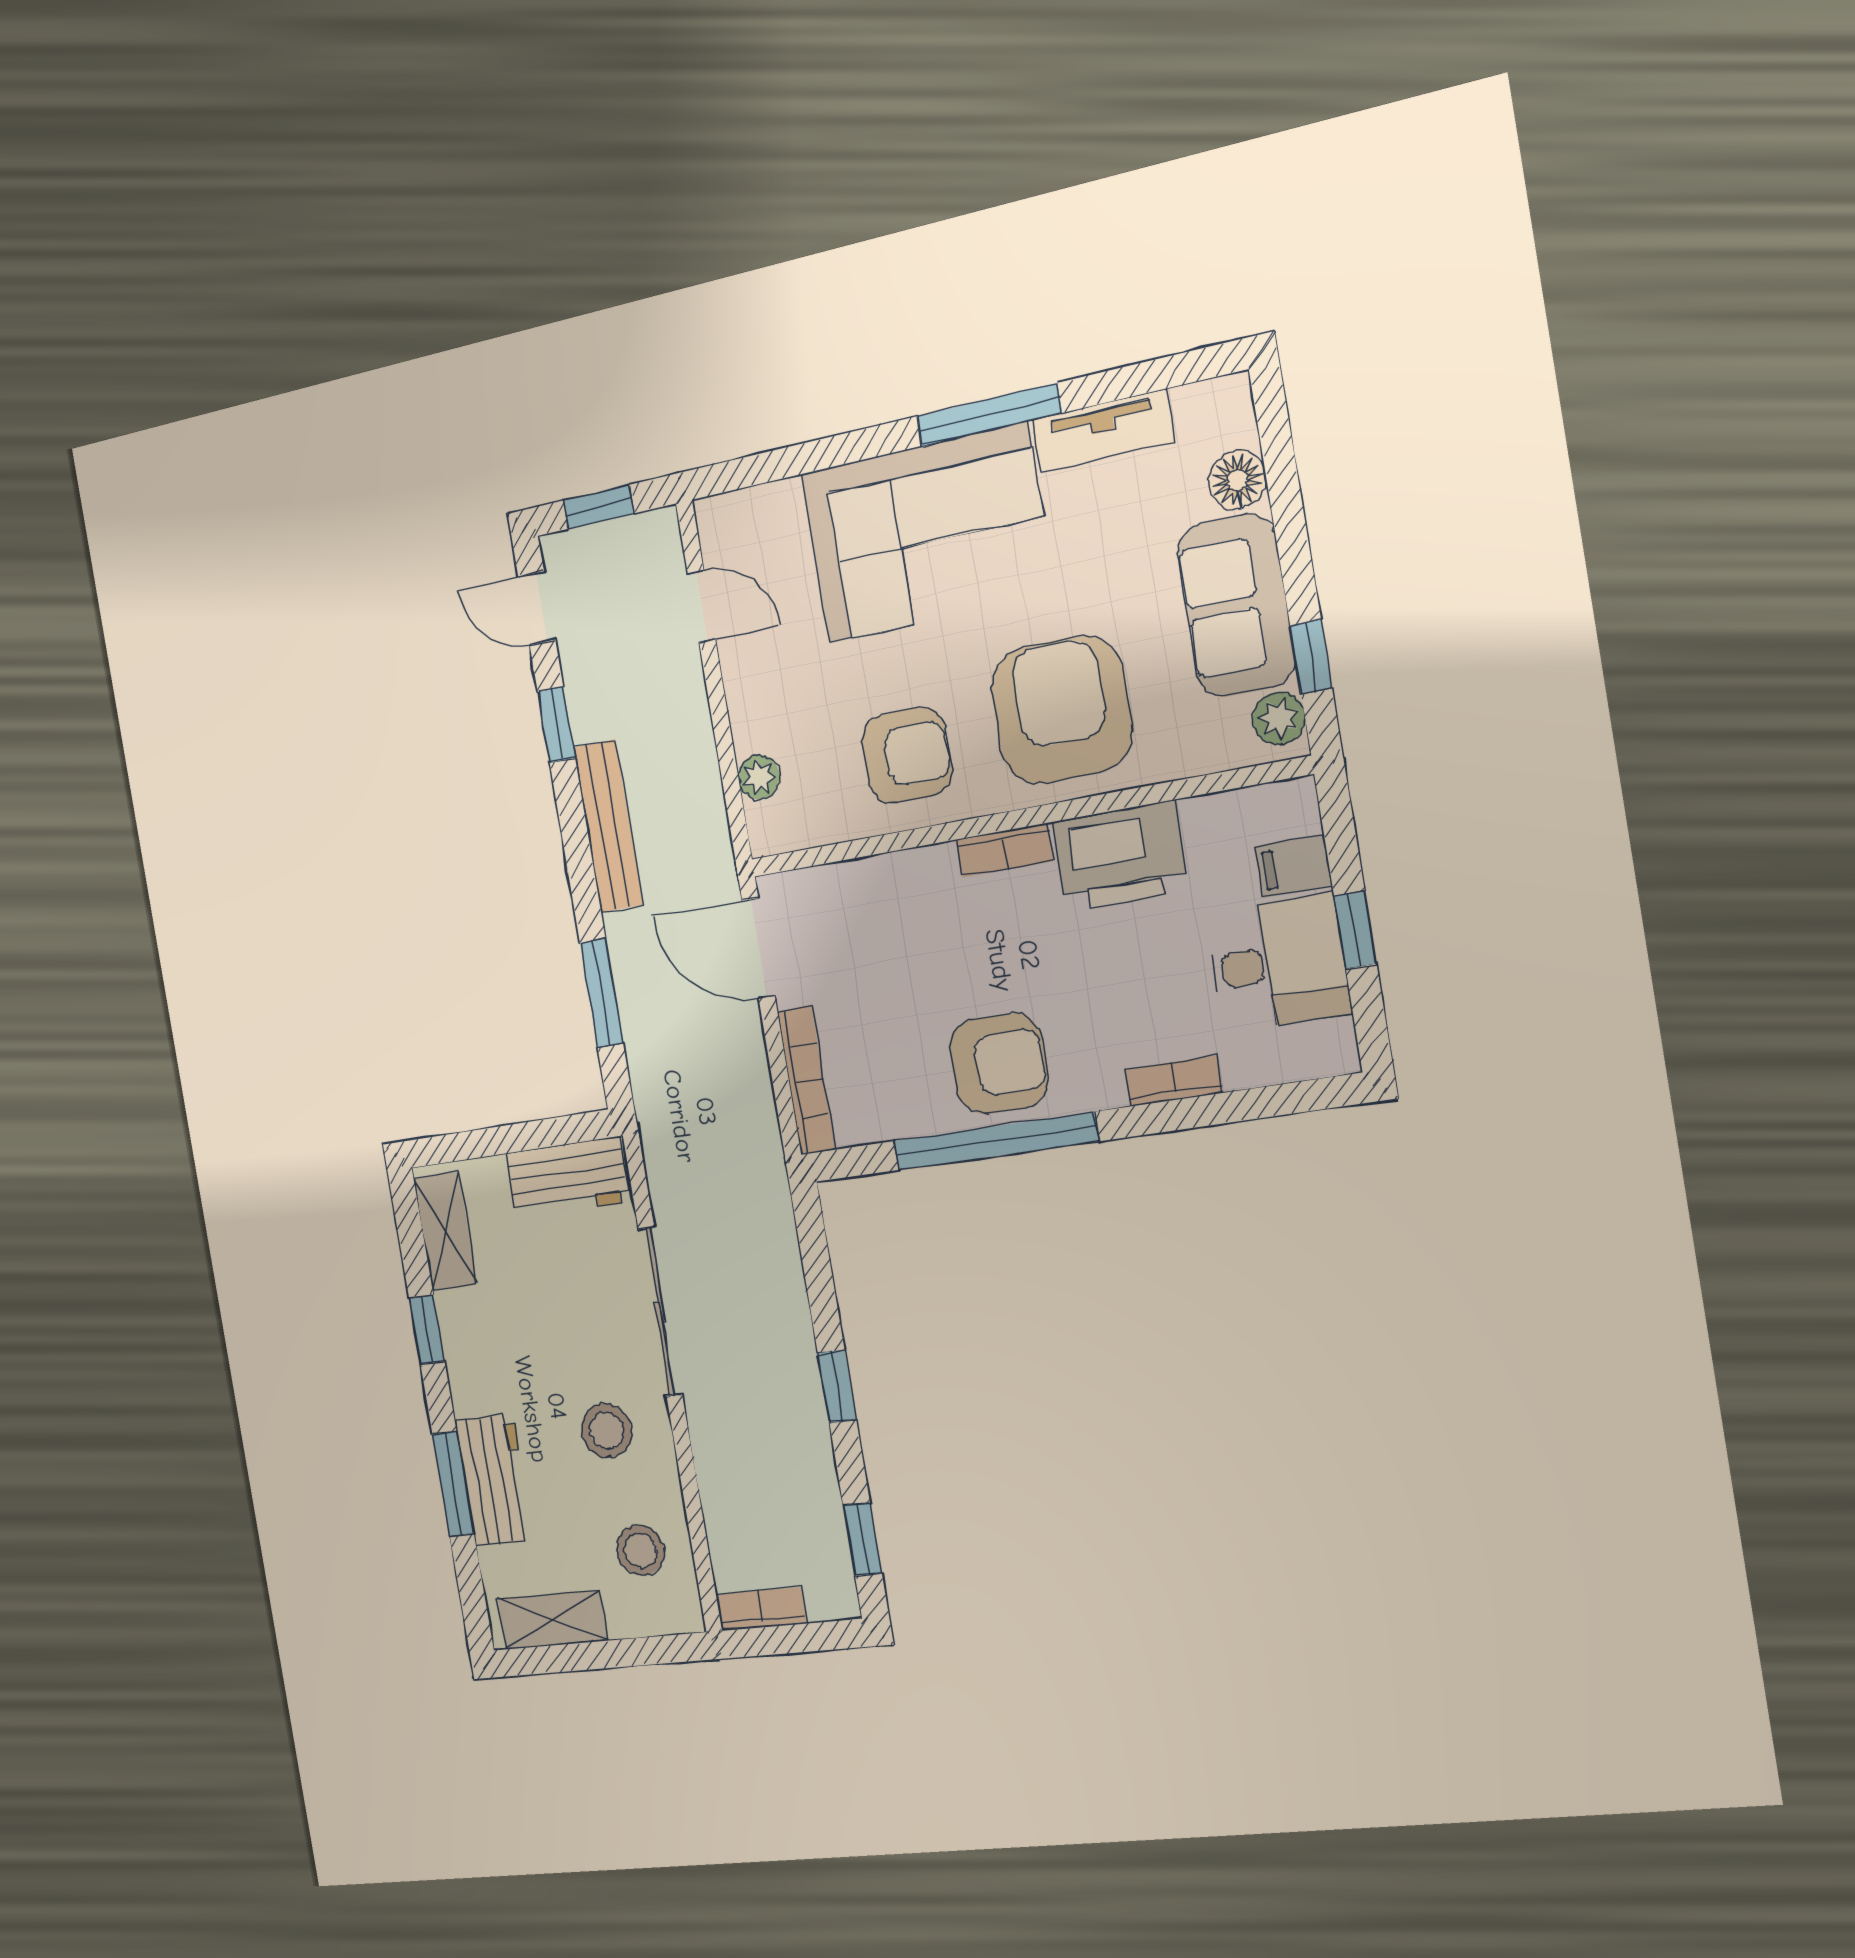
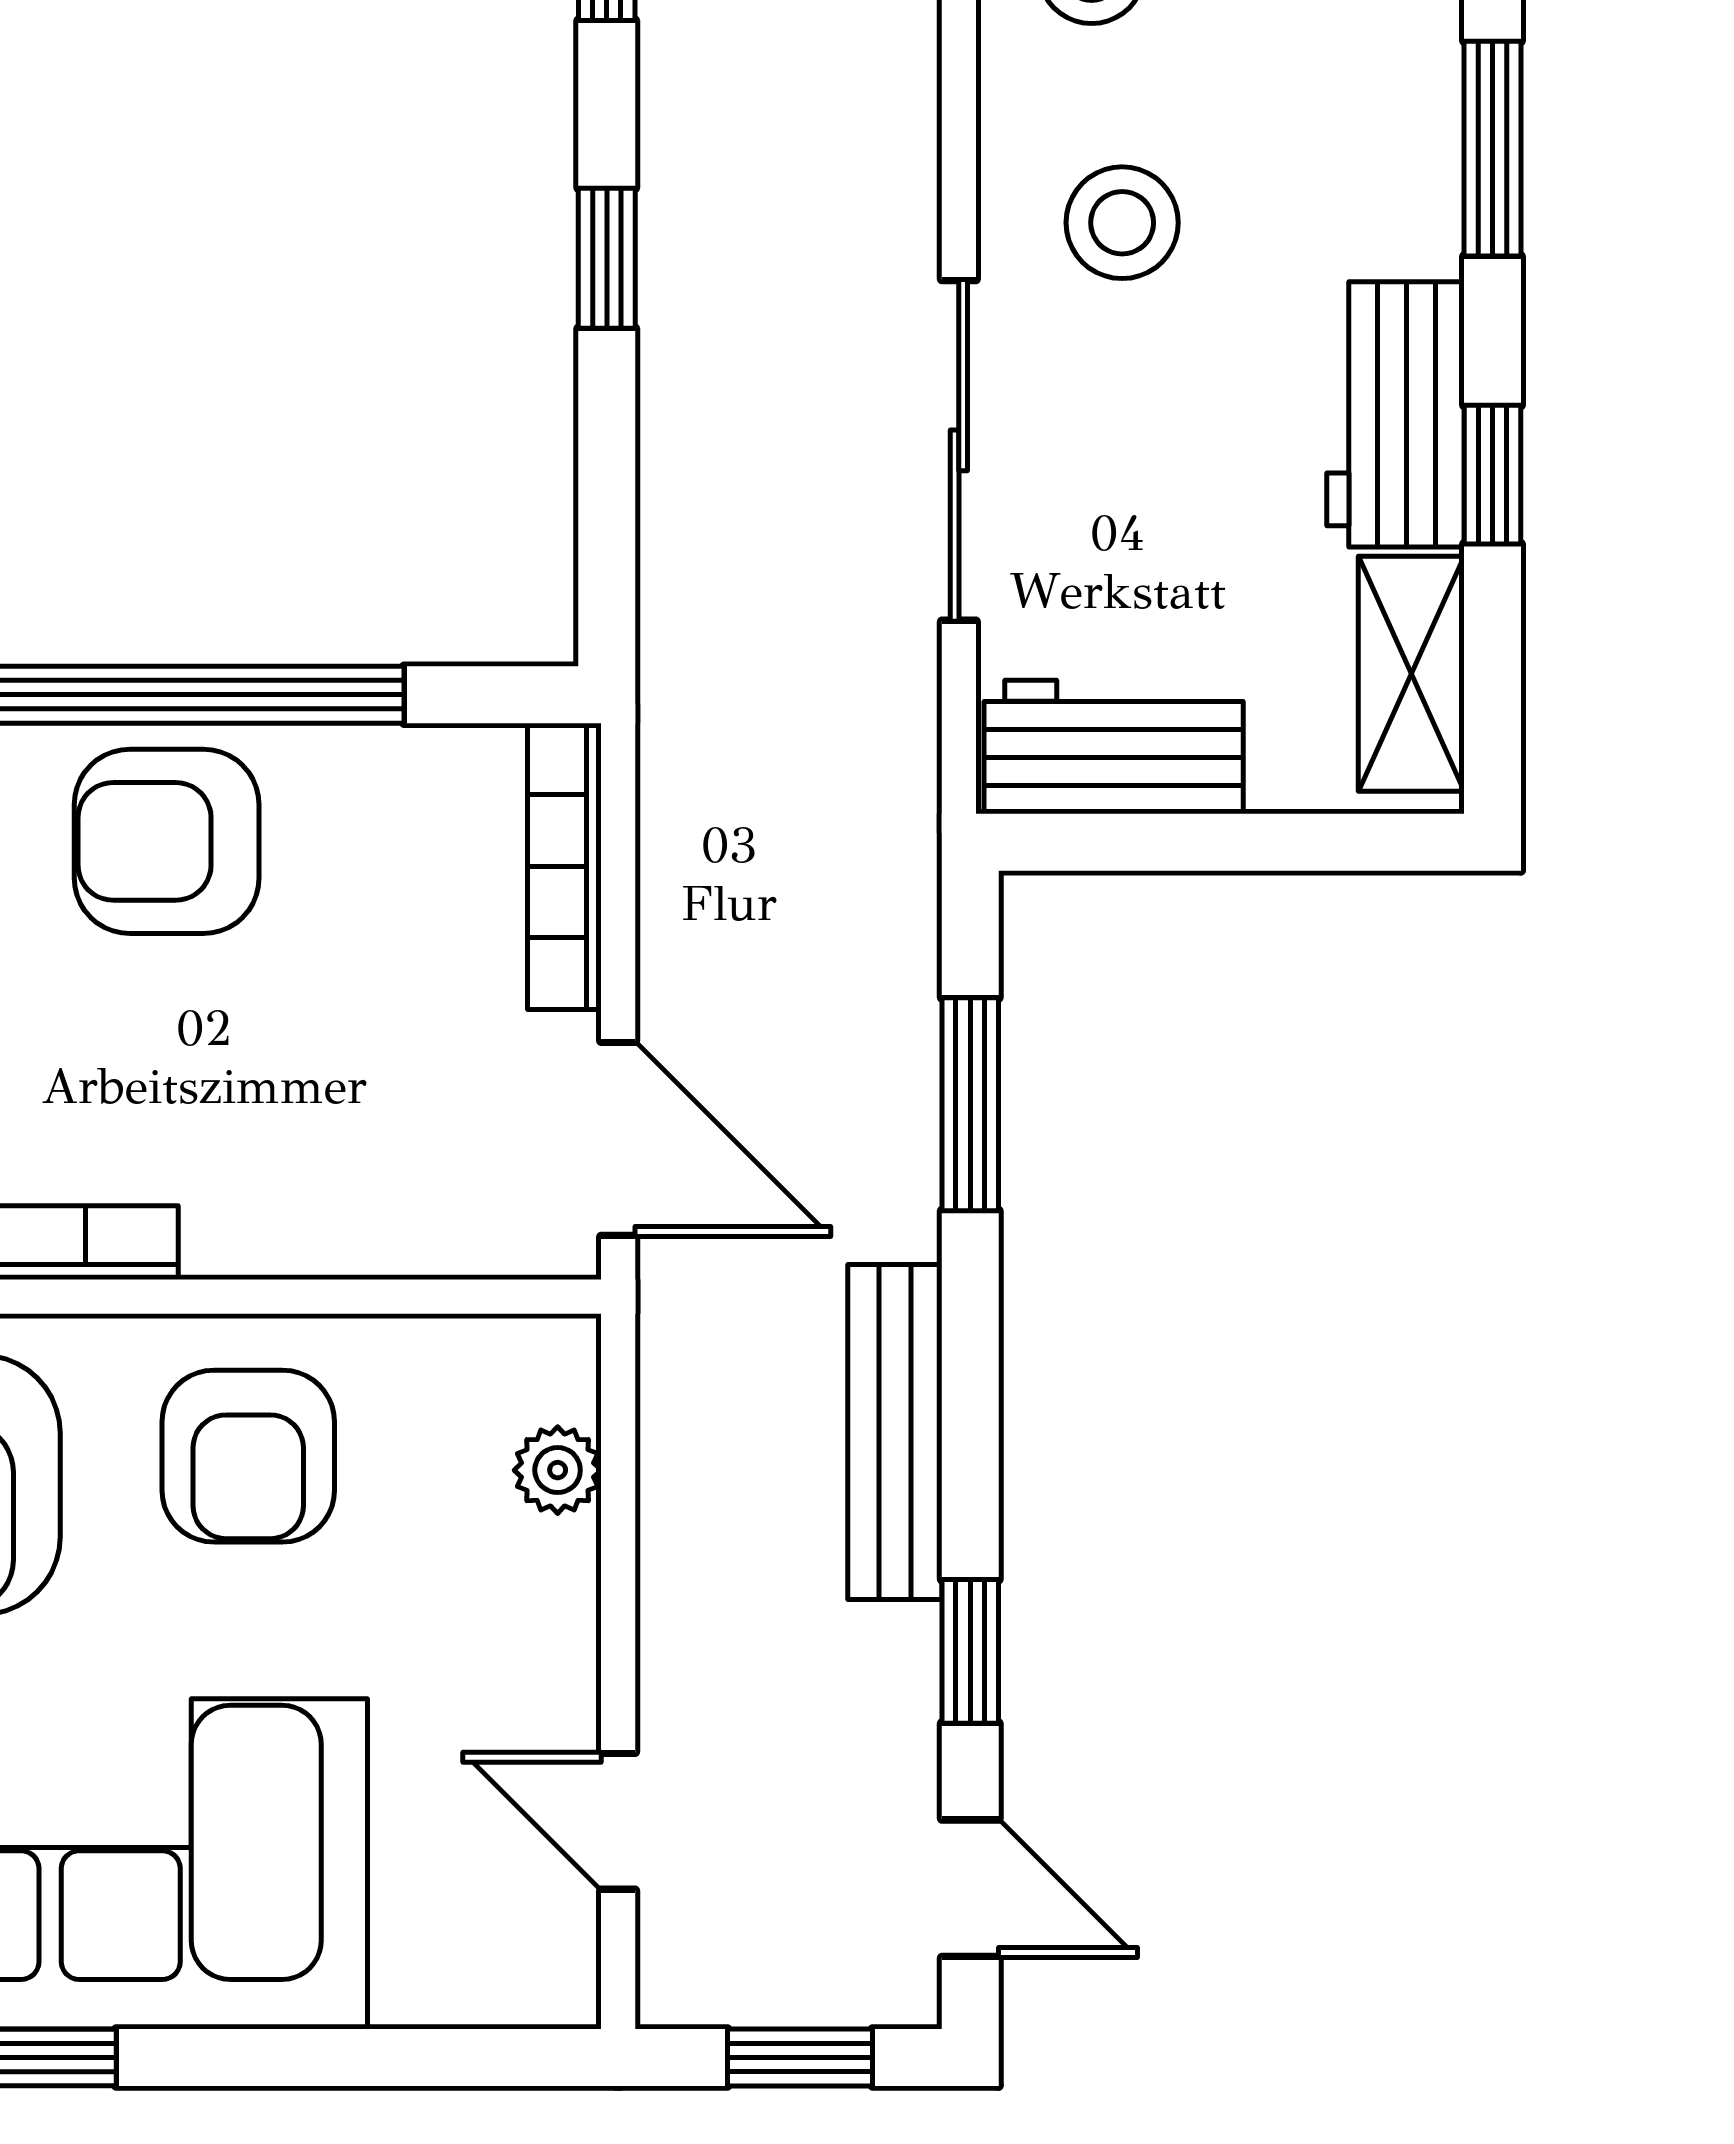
armchair: (907, 755) -> (248, 1456), turned -90
workbench: (494, 1480) -> (1396, 414), moved

